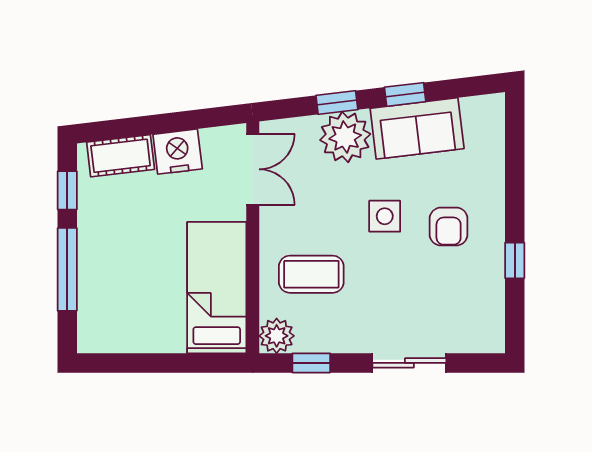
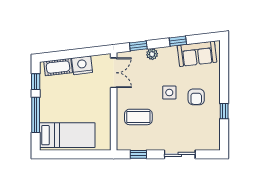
window: (337, 103) -> (138, 46), moved
sofa: (417, 128) -> (197, 54), moved
plant: (345, 137) -> (152, 54), width x0.53, depth x0.53
bed: (217, 288) -> (67, 135), moved, turned 90
plant: (277, 336) -> (124, 143), removed

